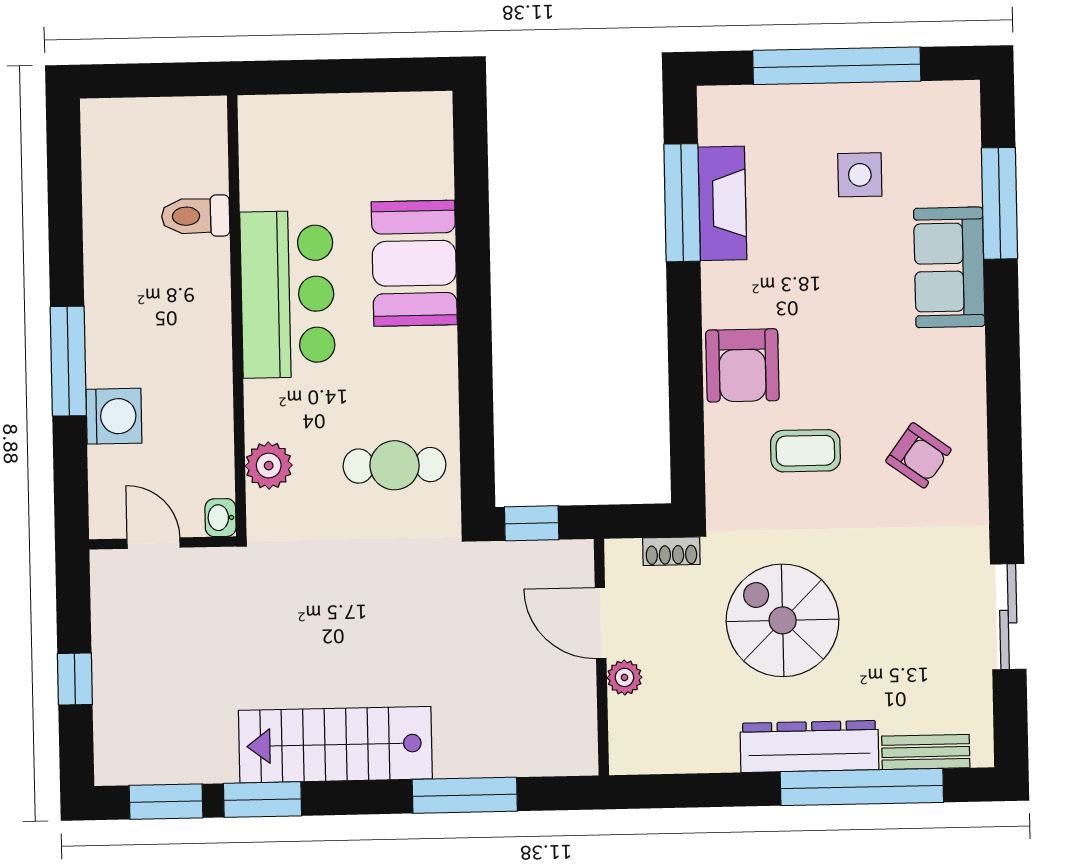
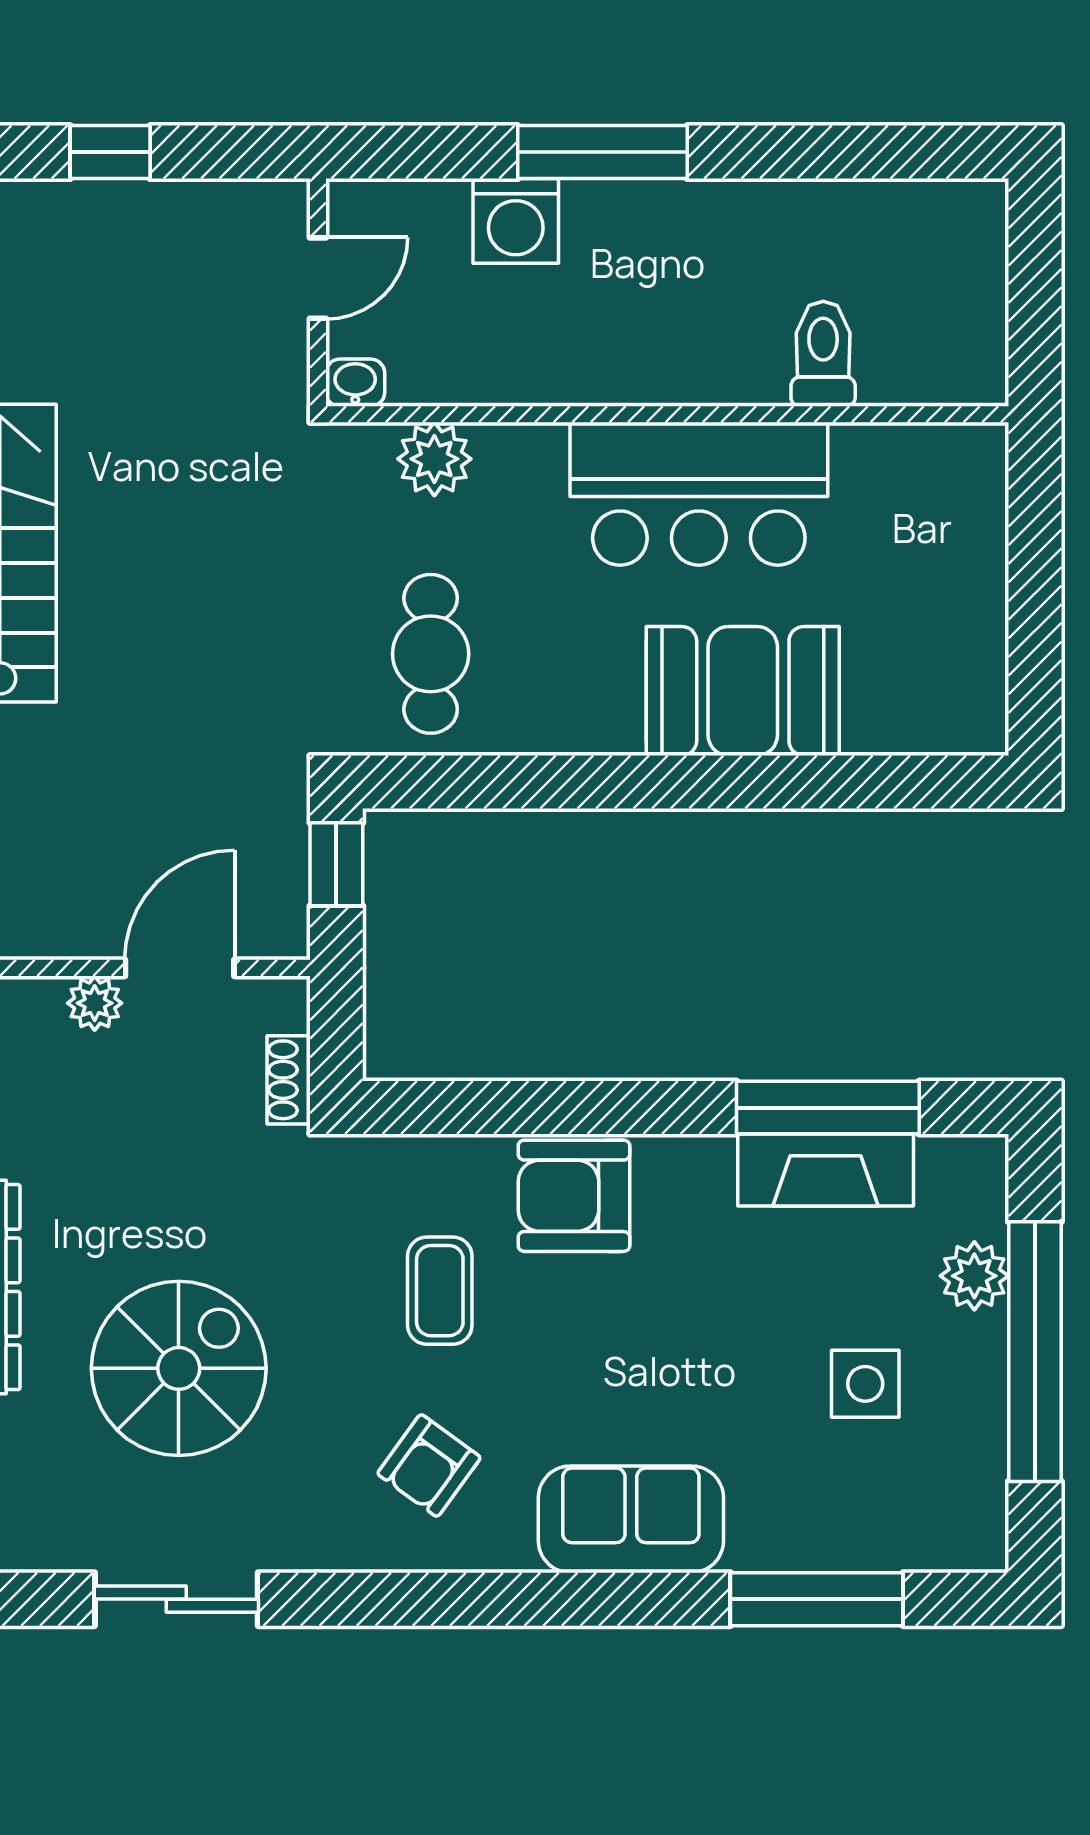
plant: (789, 106) -> (974, 1276), added
sofa: (949, 267) -> (631, 1519), moved
spiral stairs: (783, 620) -> (179, 1368), moved

